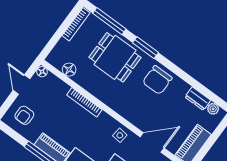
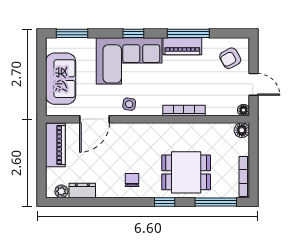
window: (145, 48) -> (165, 202), width x0.67
floor lamp: (69, 70) -> (242, 130), moved
chair: (157, 80) -> (132, 180), width x0.54, depth x0.54
armchair: (24, 115) -> (230, 58), turned -119

